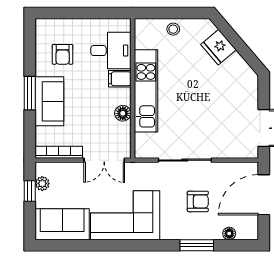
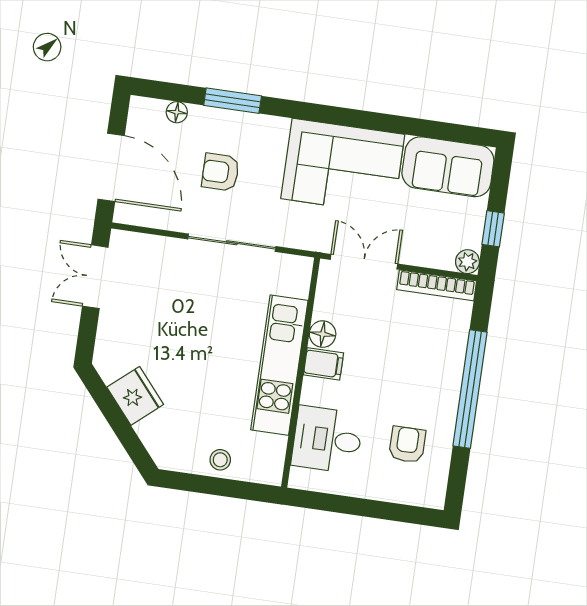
fridge: (218, 47) -> (135, 396), moved
filing cabinet: (120, 79) -> (323, 364), moved
window: (30, 93) -> (470, 389), width x2.11
sofa: (49, 101) -> (440, 371), removed
plant: (42, 184) -> (467, 262), moved
door: (264, 195) -> (111, 167), hinge flipped

